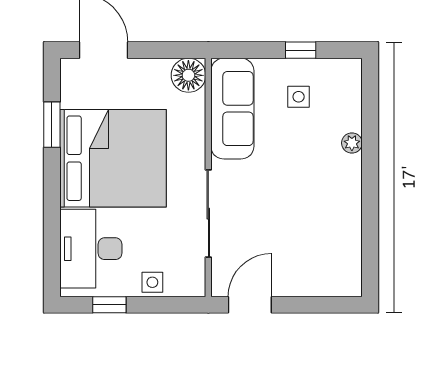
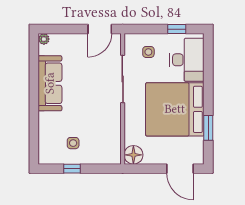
sofa: (232, 109) -> (50, 83), moved, turned 180
plant: (352, 143) -> (44, 39), moved
side table: (152, 282) -> (148, 52), moved

